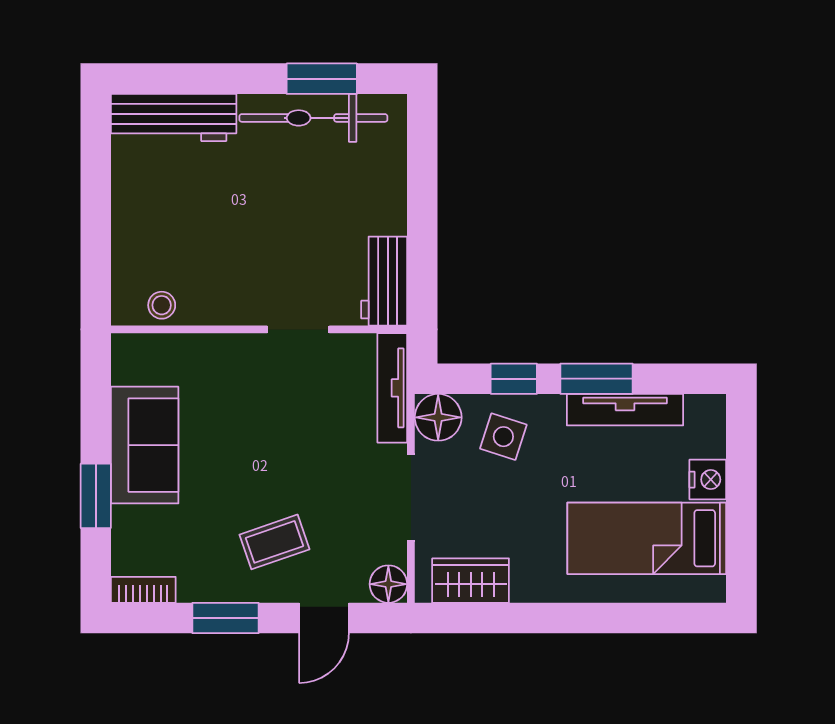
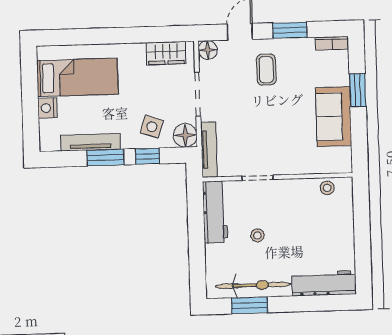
stool: (302, 216) -> (257, 235), added
workbench: (384, 281) -> (215, 212), width x1.38
coffee table: (274, 542) -> (266, 70), turned -71

